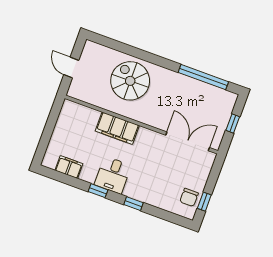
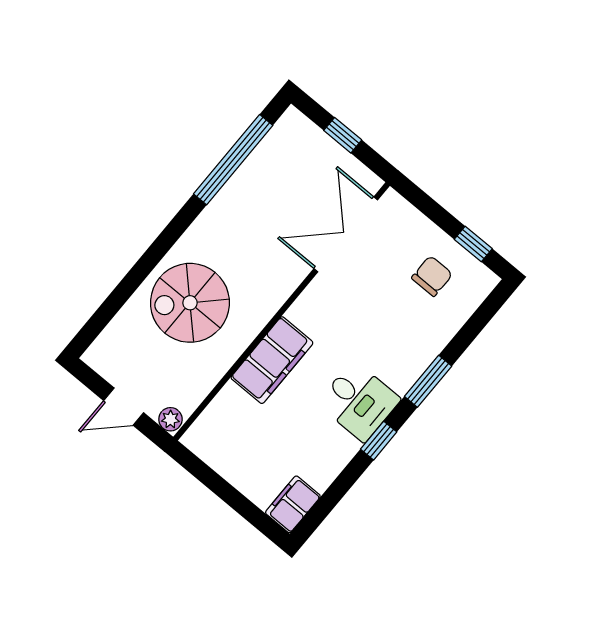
plant: (73, 91) -> (170, 419), added
filing cabinet: (69, 167) -> (293, 504), moved
chair: (189, 197) -> (432, 276), moved, turned -90
window: (133, 204) -> (428, 381), width x1.50

